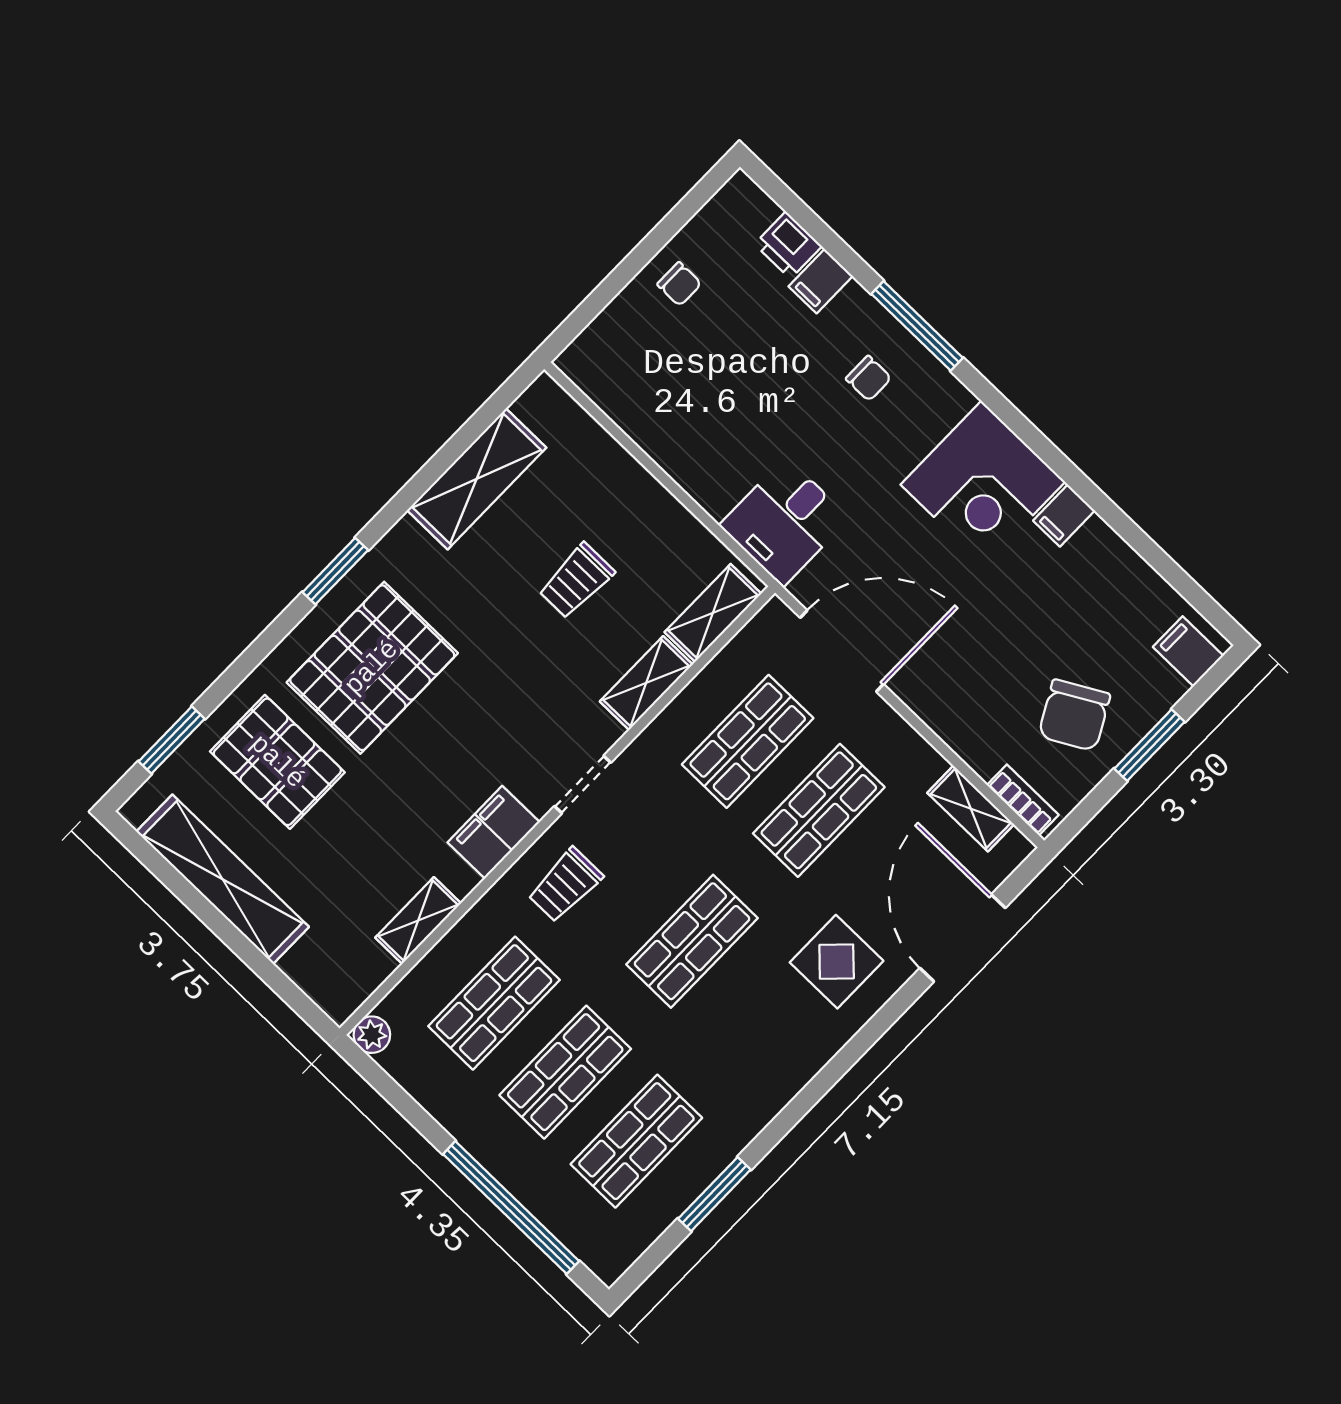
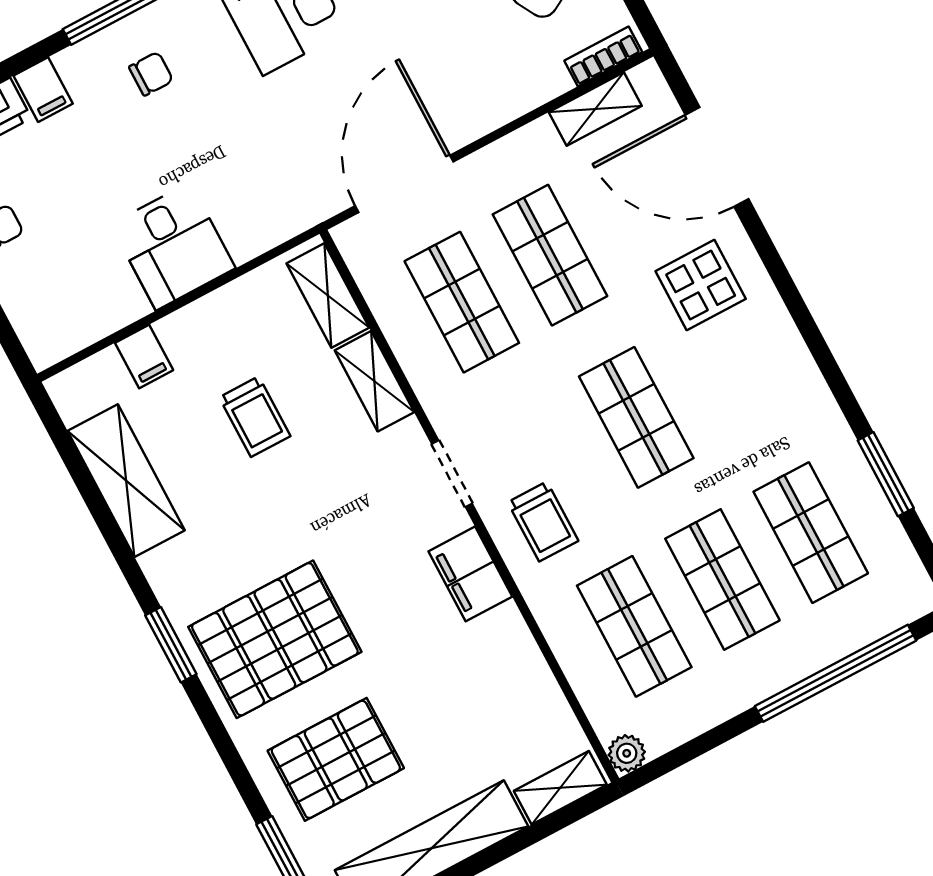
filing cabinet: (599, 458) -> (144, 356), added
desk: (785, 522) -> (173, 246), moved
pallet: (372, 668) -> (275, 639), turned 90
shelving: (418, 921) -> (560, 788), moved, turned 90

